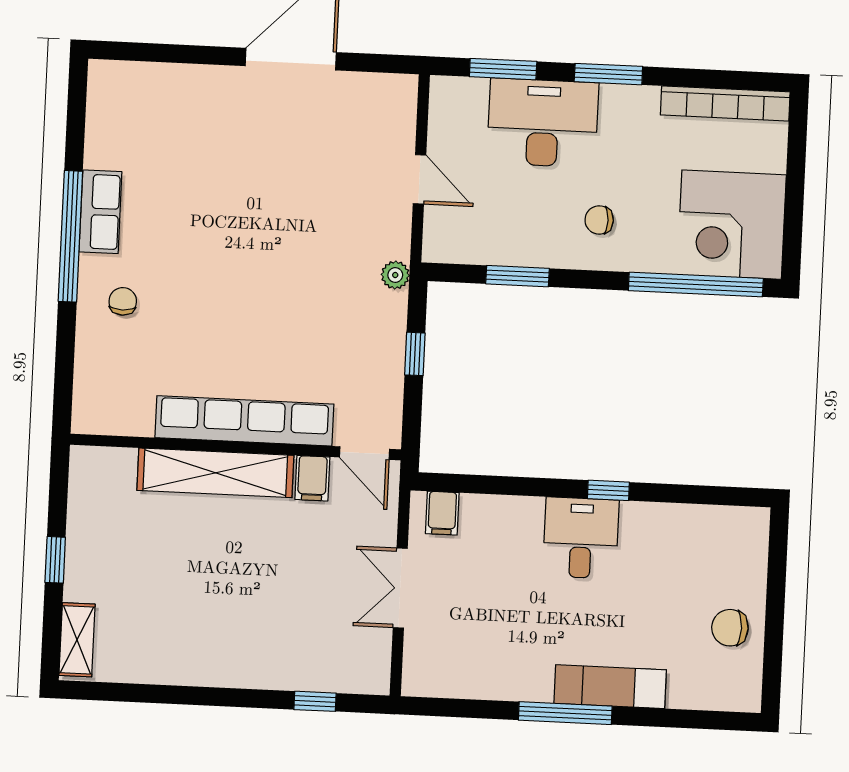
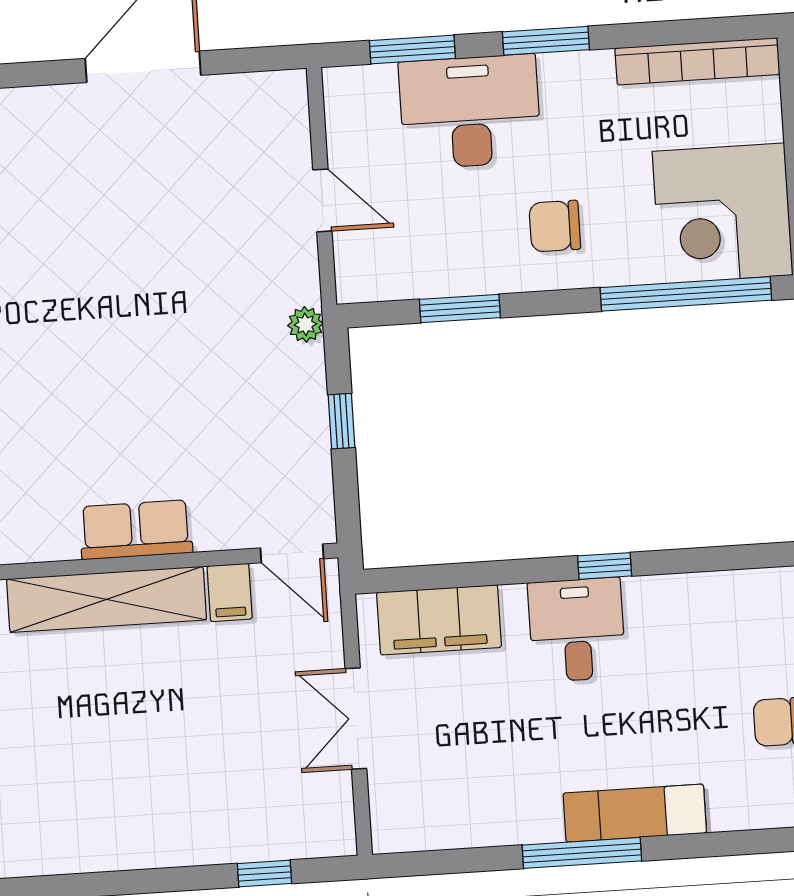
chair: (599, 220) -> (555, 226), width x1.37, depth x1.37
row of seats: (244, 421) -> (136, 530), width x0.50
filing cabinet: (442, 513) -> (439, 620), width x3.00, depth x1.17

